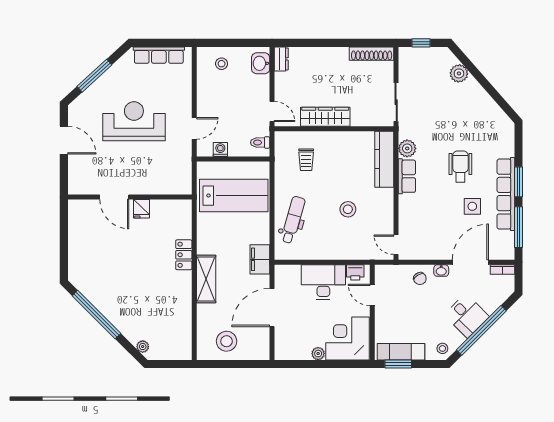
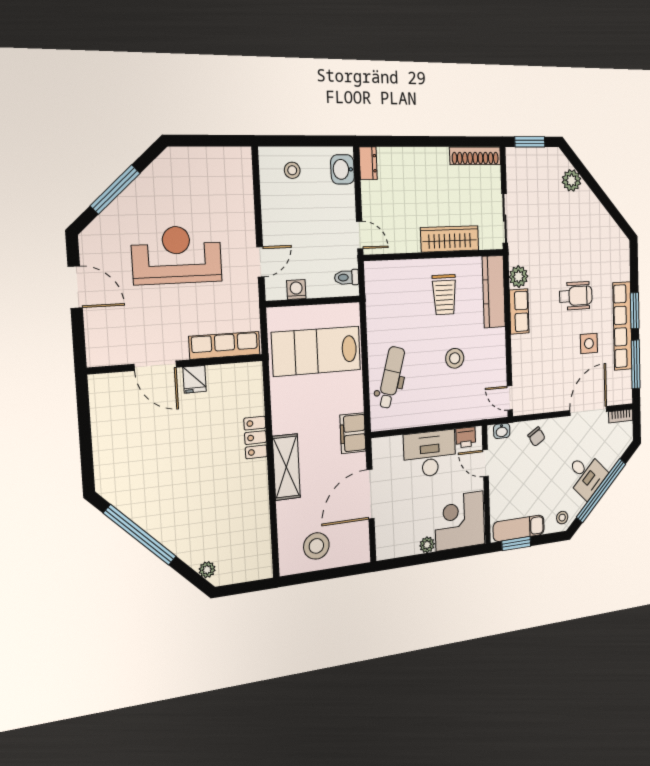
window: (421, 43) -> (530, 142), width x1.50
row of seats: (159, 55) -> (225, 345), moved, turned 180
wardrobe: (325, 117) -> (450, 239), moved
trolley: (306, 160) -> (444, 295), moved, width x1.36, depth x1.39
wheelchair: (460, 167) -> (576, 296), turned 90
lab bench: (234, 196) -> (317, 351), turned 180
washbasin: (441, 271) -> (502, 431), moved

